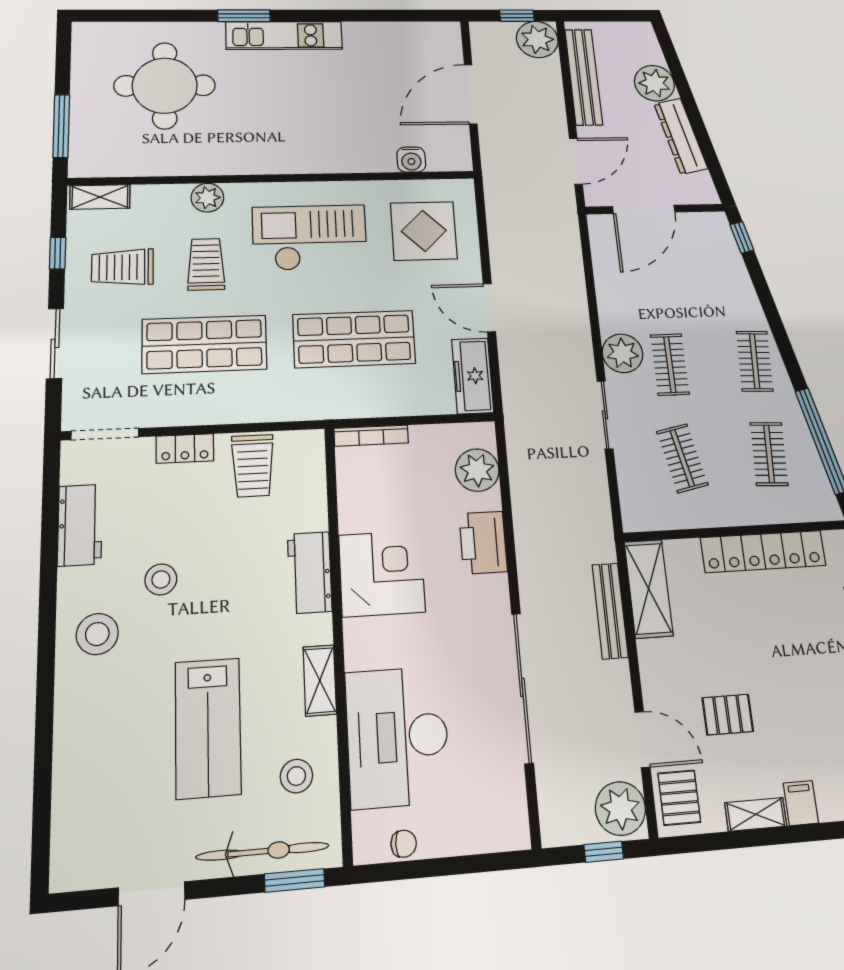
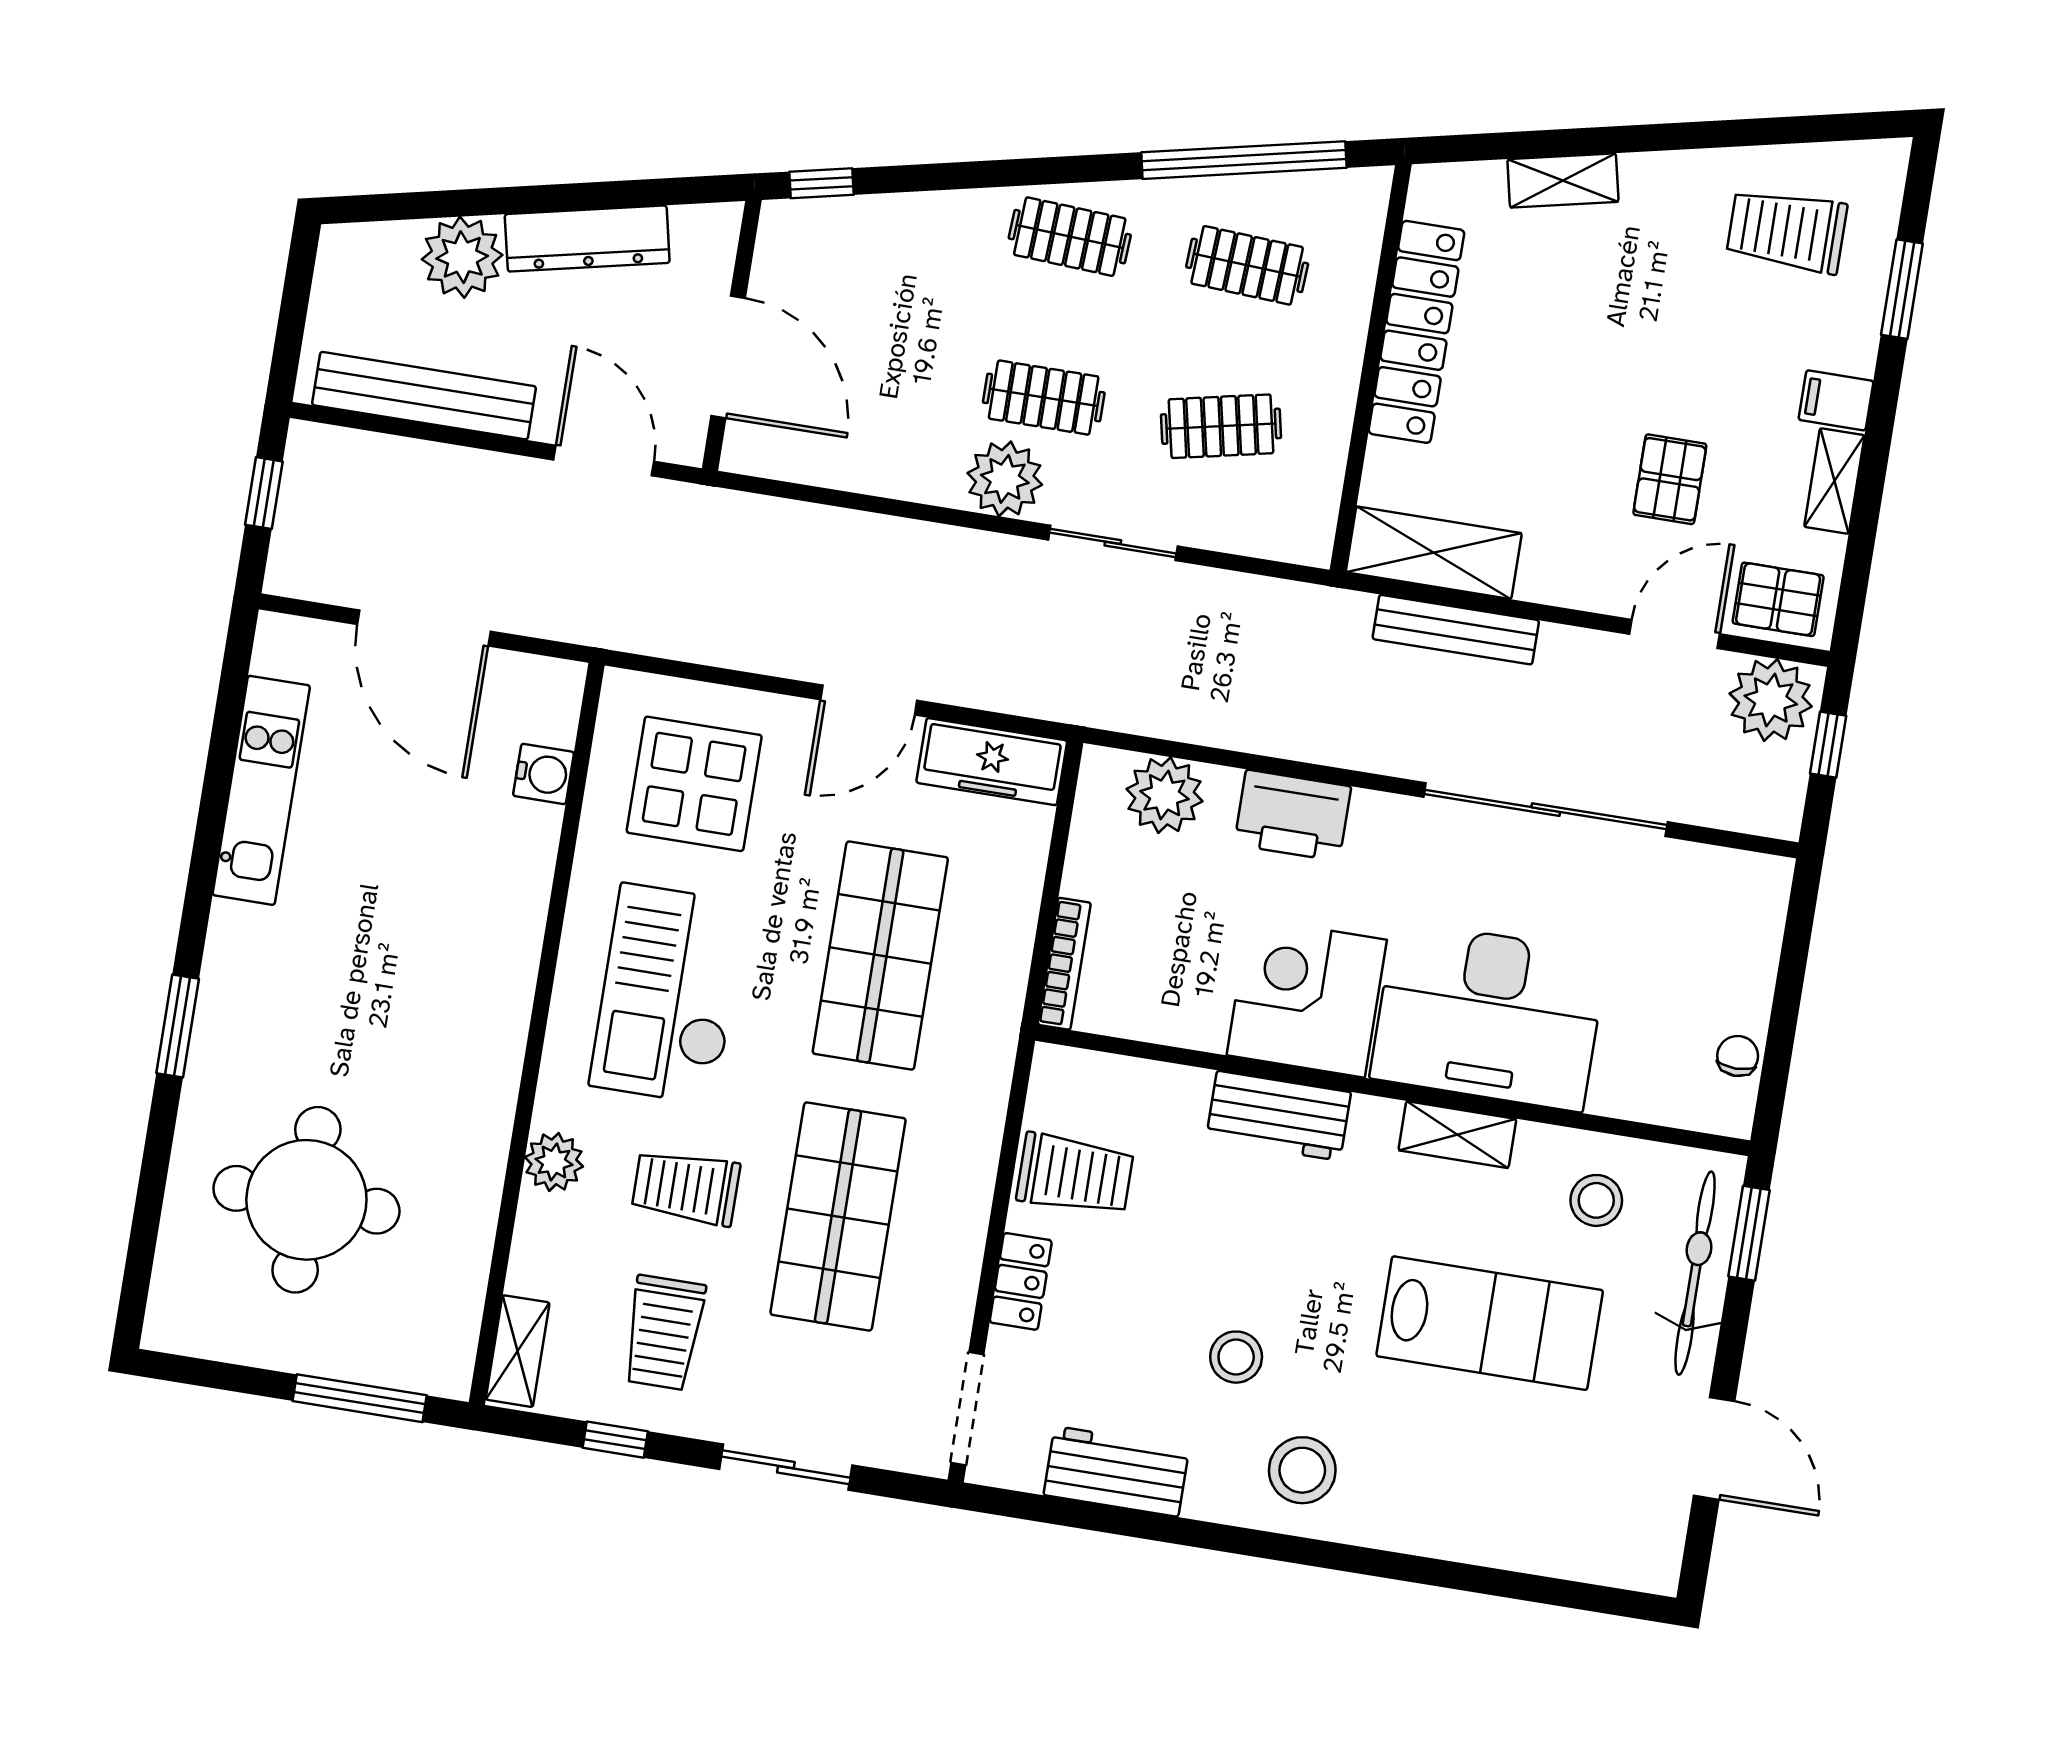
kitchen unit: (284, 35) -> (261, 790), moved
plant: (537, 39) -> (325, 466), removed
desk: (398, 737) -> (1489, 1016), moved

